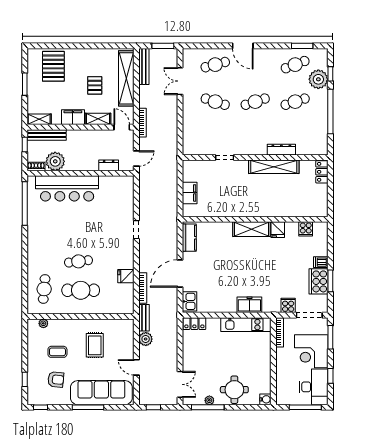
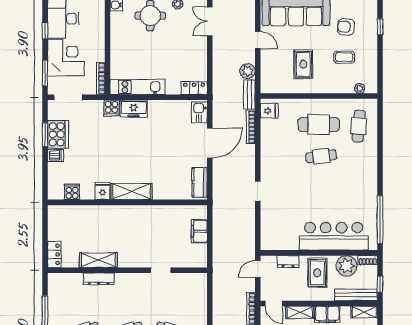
rug: (82, 155) -> (317, 273), added
shelving: (274, 167) -> (98, 260), width x0.68
fridge: (126, 276) -> (269, 111), moved
cooker: (288, 305) -> (112, 108), moved

